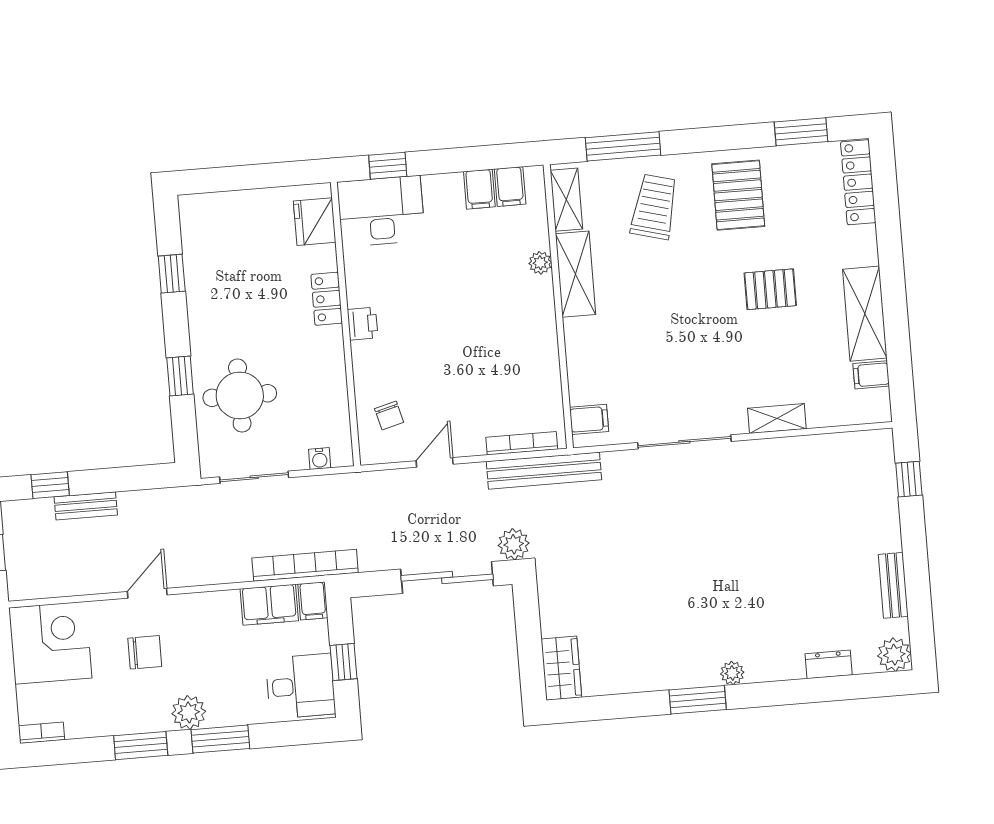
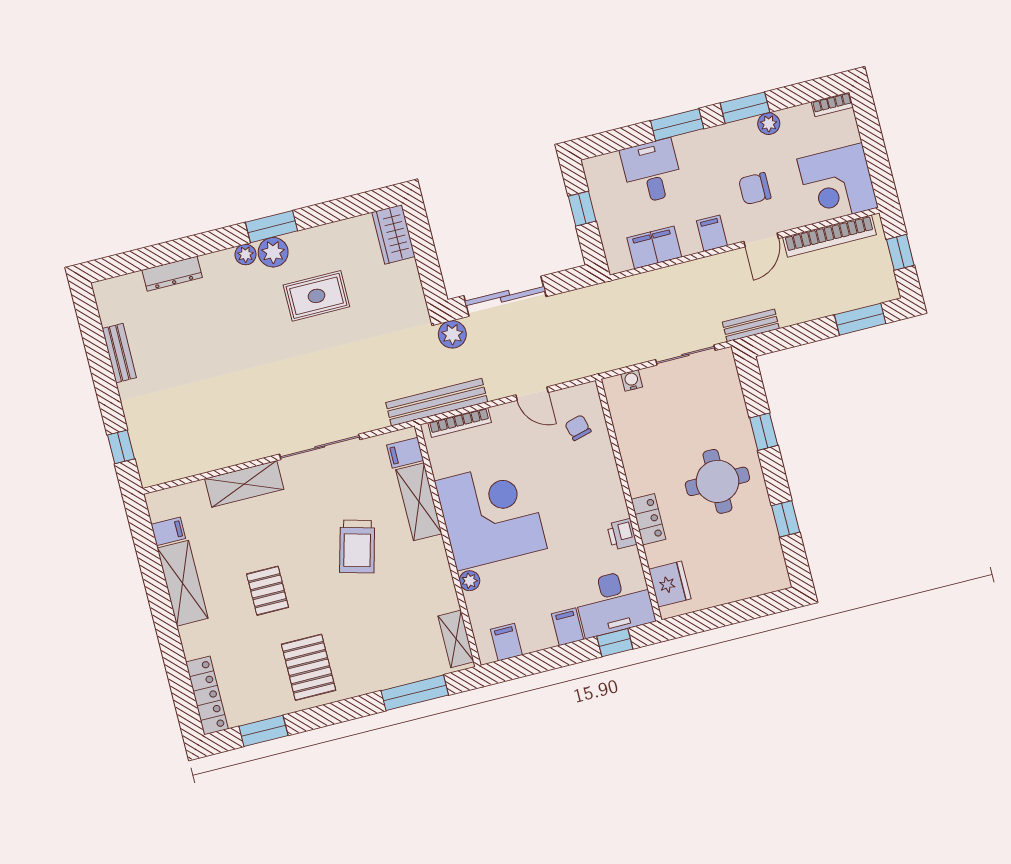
filing cabinet: (479, 189) -> (568, 627), moved
trolley: (654, 207) -> (357, 547), moved
shelving: (575, 274) -> (419, 502), moved
pallet: (770, 289) -> (268, 591), turned 90
printer: (363, 324) -> (622, 534), moved
corner desk: (504, 333) -> (491, 515), added
round table: (240, 396) -> (717, 481), moved
shelving: (777, 419) -> (244, 484), width x1.50, depth x1.33
door: (435, 462) -> (532, 394), hinge flipped
window: (50, 485) -> (860, 319), width x1.50
bench: (86, 506) -> (751, 325), moved
bookcase: (305, 565) -> (830, 236), moved
filing cabinet: (313, 601) -> (712, 233), moved
rug: (660, 613) -> (316, 296), added
plant: (894, 655) -> (273, 252), moved
dresser: (829, 664) -> (172, 274), width x1.44
desk: (301, 686) -> (652, 171), moved, turned 90
plant: (189, 712) -> (769, 124), moved, width x0.73, depth x0.73

